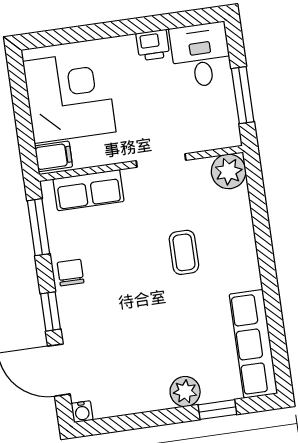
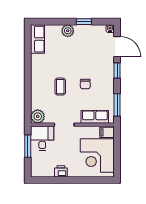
desk: (201, 55) -> (42, 138), moved, turned 180
chair: (71, 273) -> (85, 84), moved
row of seats: (253, 344) -> (38, 39), width x0.68
window: (217, 410) -> (84, 22), moved

